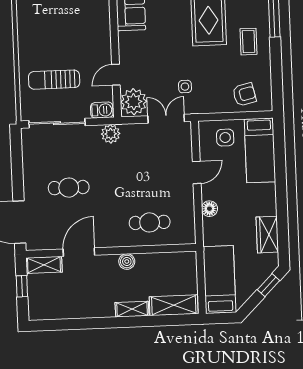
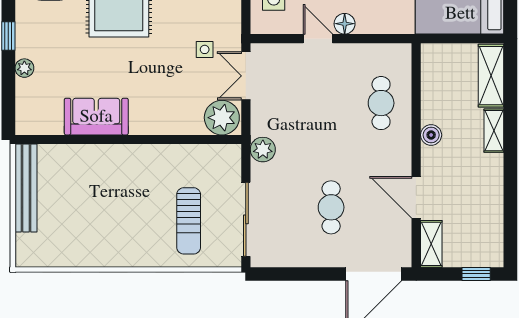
door: (116, 75) -> (185, 140), removed
barbecue: (102, 110) -> (231, 160), removed
floor lamp: (209, 209) -> (345, 24), moved
window: (22, 286) -> (476, 274), moved

